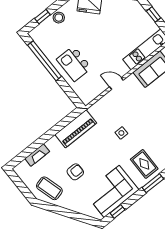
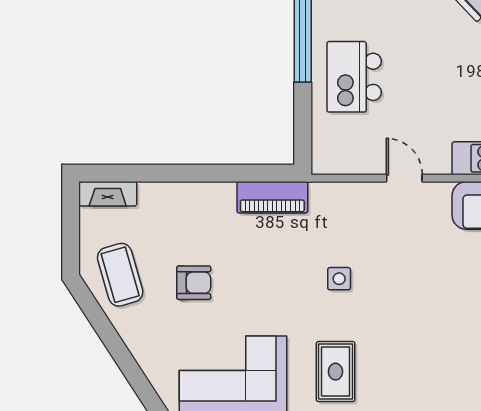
piano: (76, 129) -> (272, 197), width x0.73, depth x0.75
fireplace: (37, 155) -> (108, 194), moved

